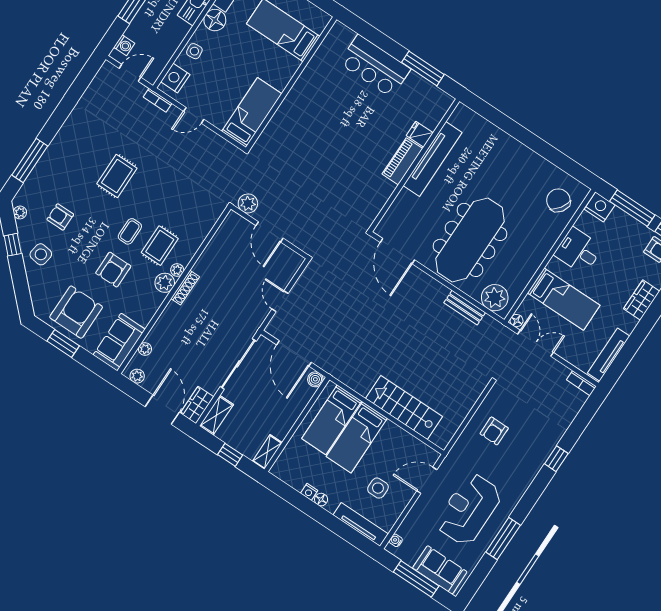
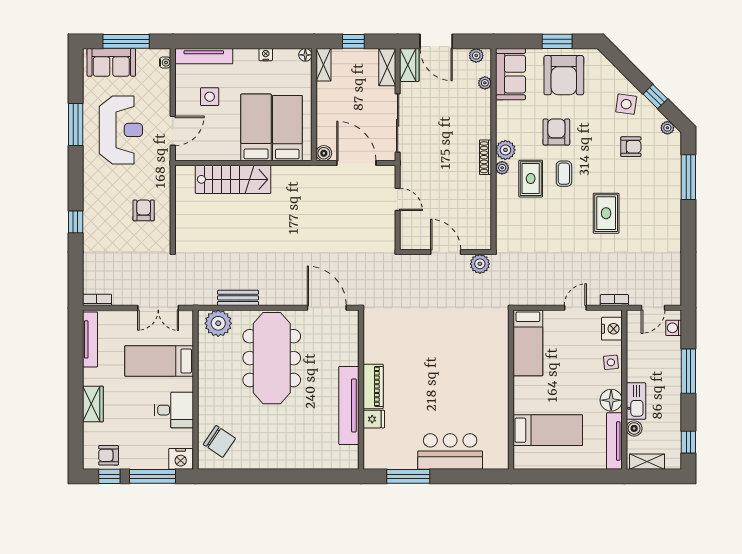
floor lamp: (517, 321) -> (187, 316), removed
floor lamp: (321, 500) -> (305, 55), moved

